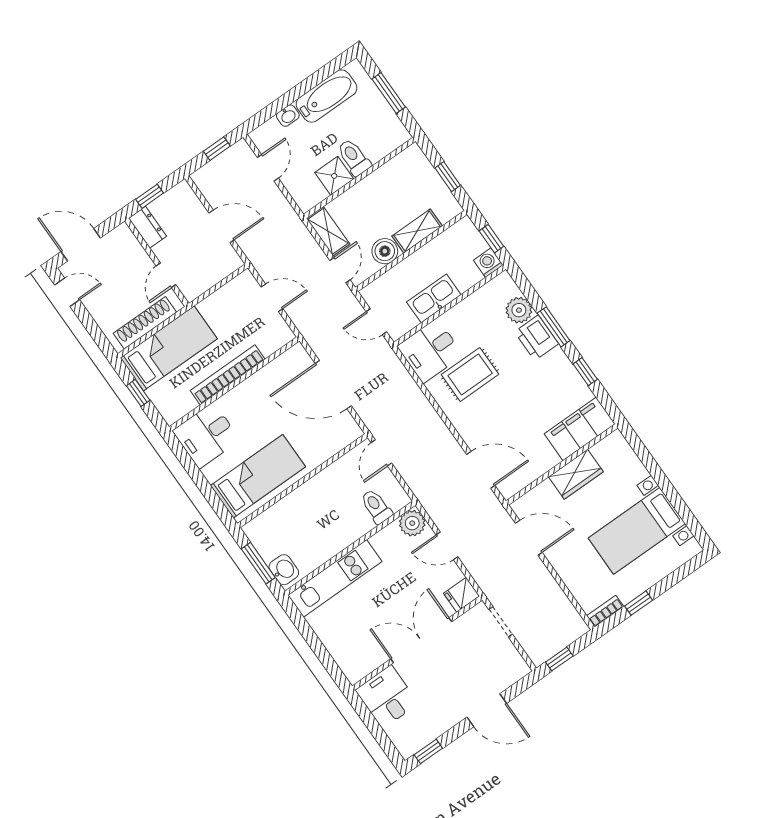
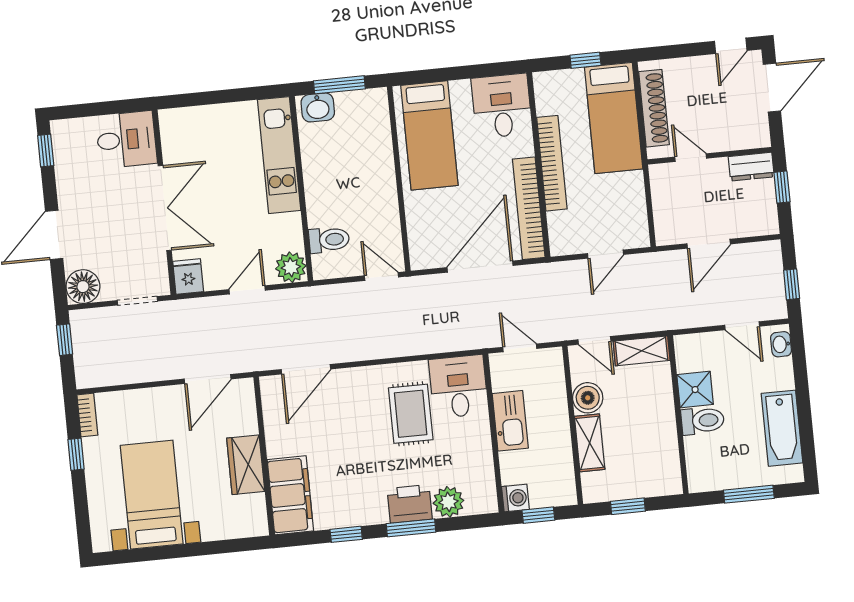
washbasin: (288, 116) -> (781, 344), moved
door: (376, 322) -> (520, 348), hinge flipped
bookcase: (270, 373) -> (529, 208), added
floor lamp: (513, 668) -> (83, 287), added

